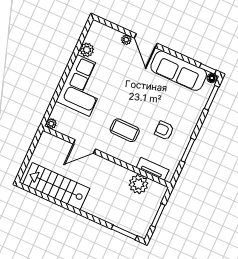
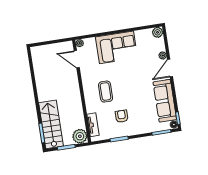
plant: (87, 50) -> (158, 32), moved
door: (84, 147) -> (77, 59), moved
plant: (139, 184) -> (80, 136), moved
stairs: (56, 186) -> (51, 124), moved

